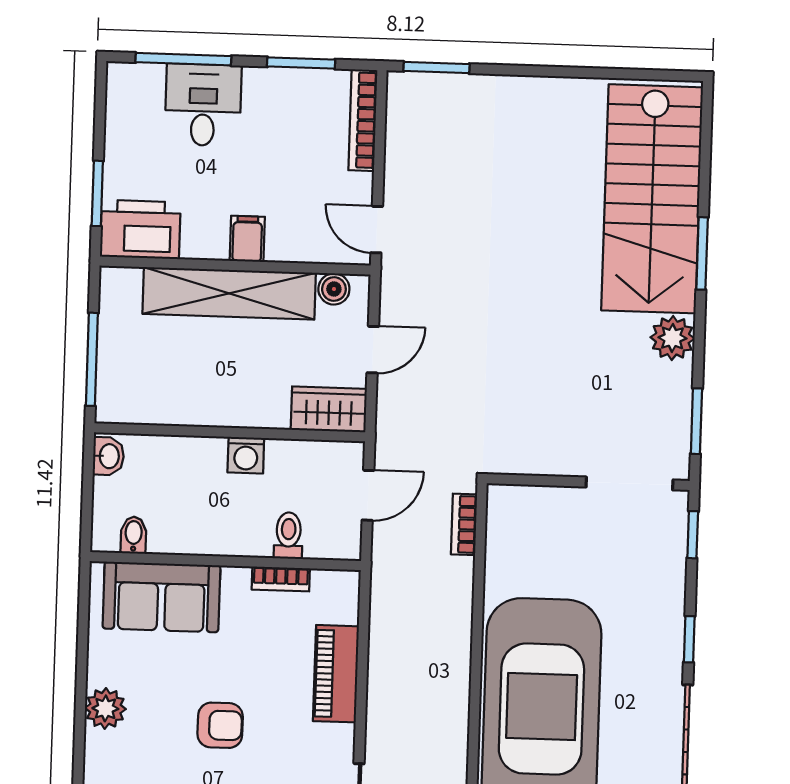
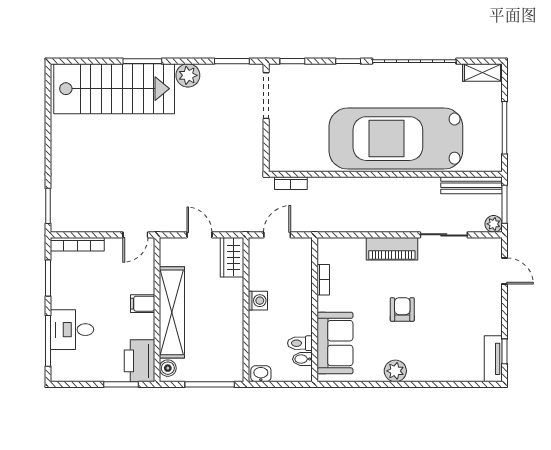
boiler: (334, 289) -> (168, 368), moved
door: (368, 495) -> (277, 235), hinge flipped
toilet: (288, 536) -> (300, 343), moved
piano: (336, 674) -> (392, 249), moved

